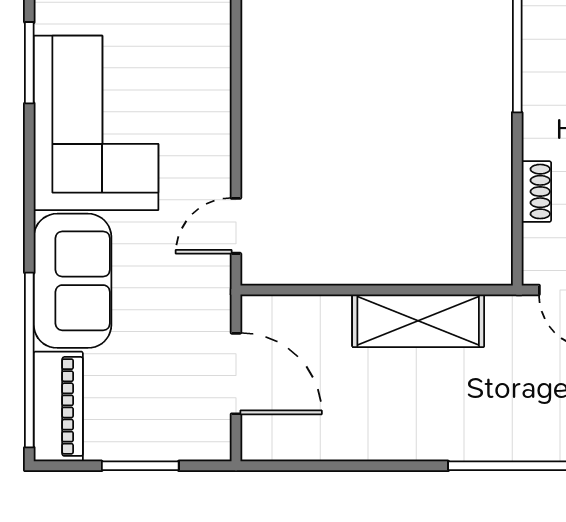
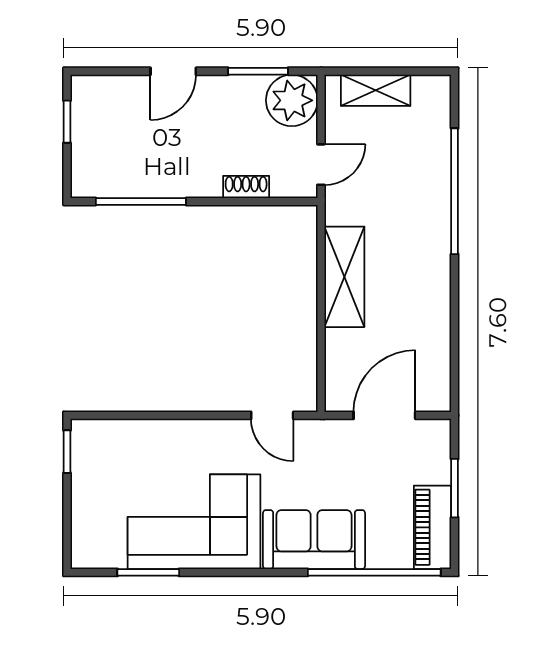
piano: (58, 406) -> (433, 527), moved, turned -90

